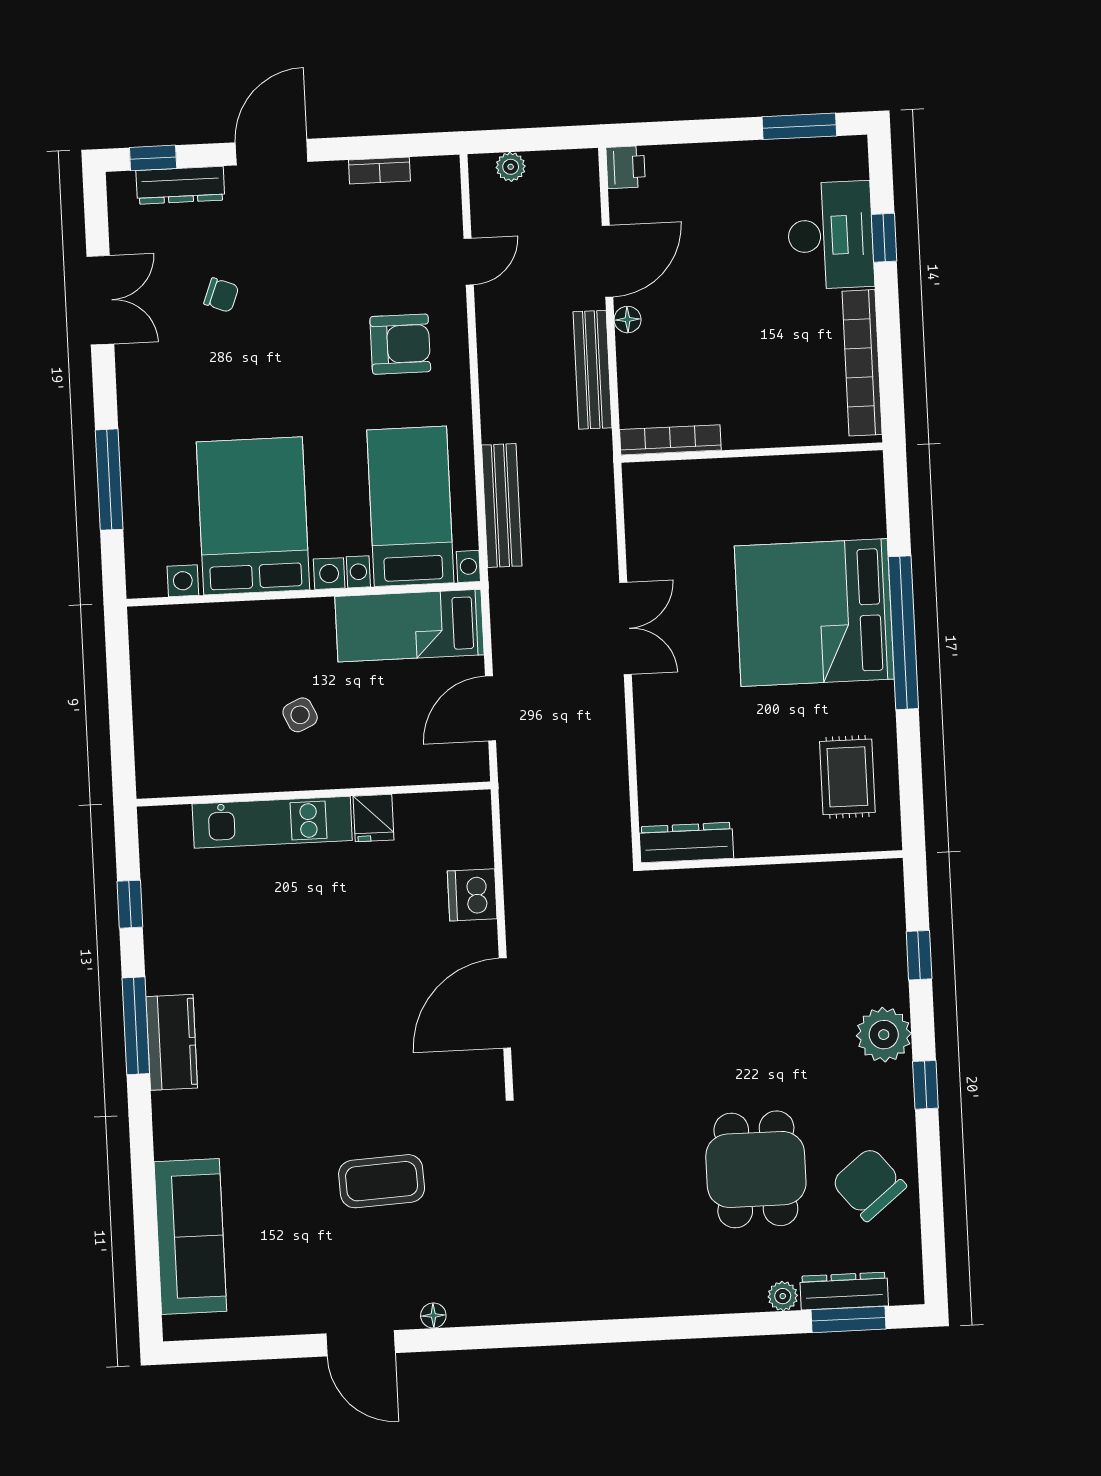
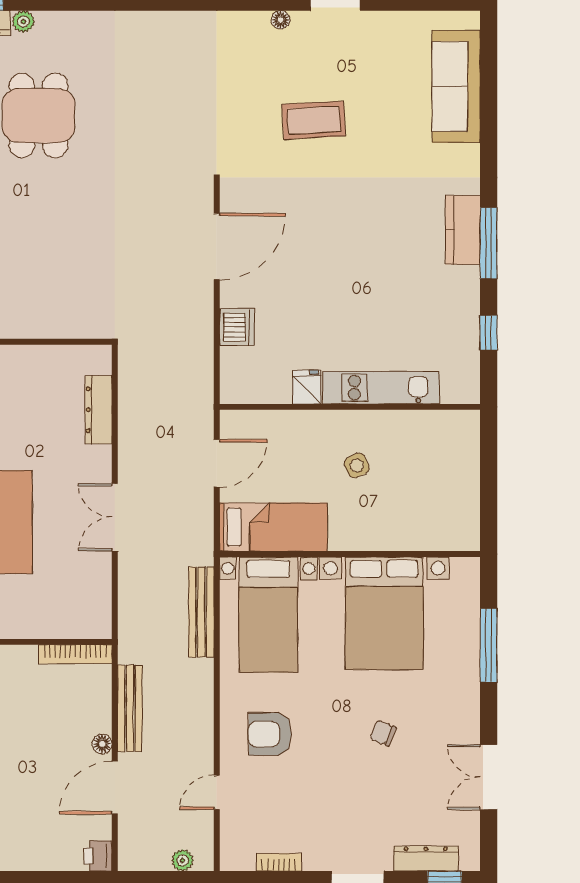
chair: (221, 295) -> (383, 733), moved
dresser: (686, 843) -> (99, 410), moved, turned 90

